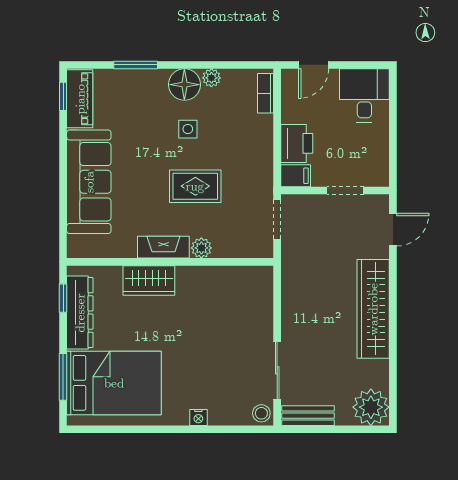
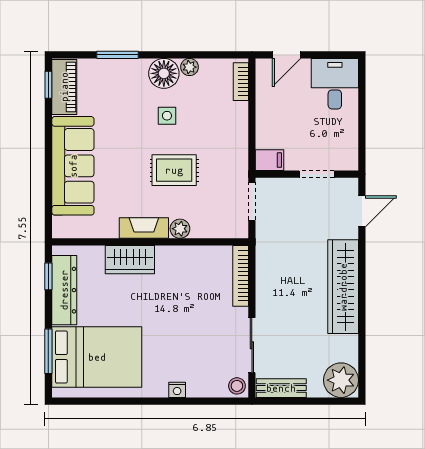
printer: (297, 143) -> (271, 129), removed
bookcase: (265, 298) -> (241, 276), added

